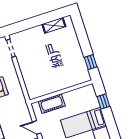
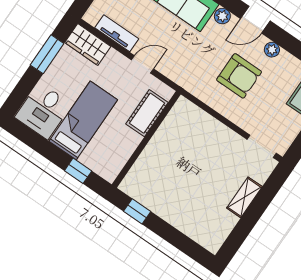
shelving: (54, 25) -> (244, 197), moved

